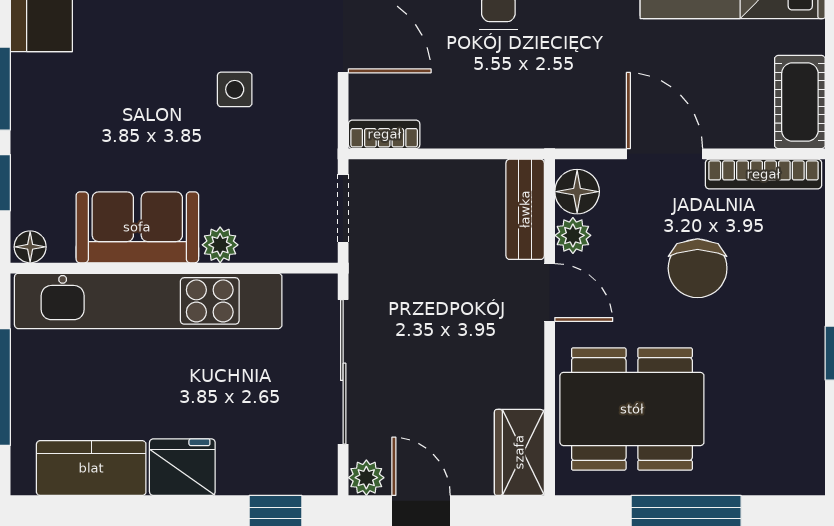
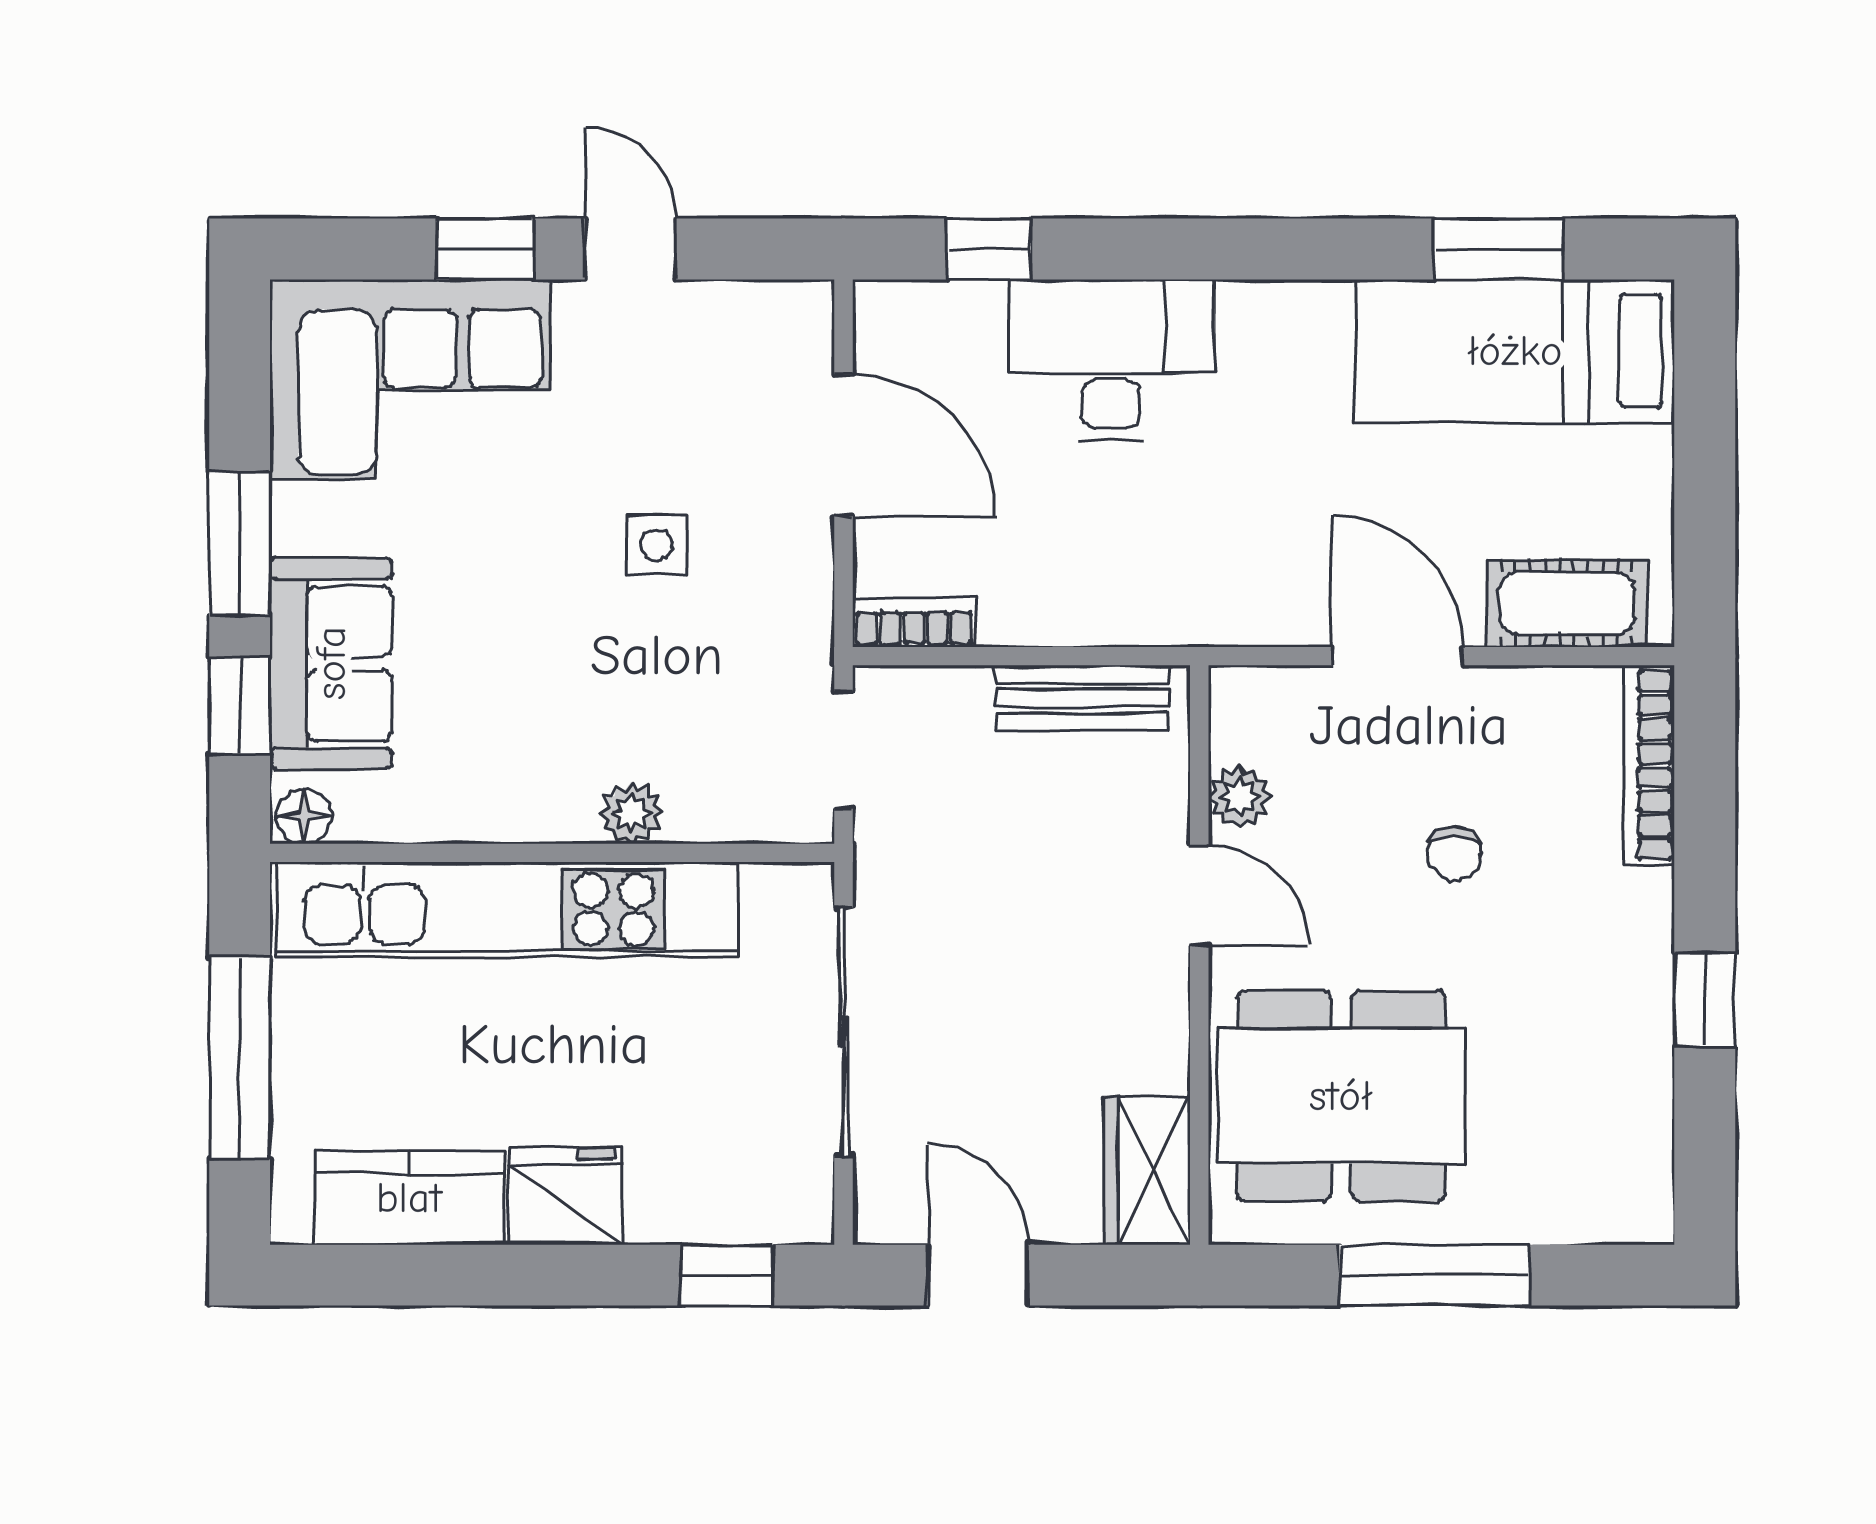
cot: (800, 102) -> (1567, 603), moved, turned 90
bookcase: (763, 174) -> (1649, 765), moved, turned 90
floor lamp: (577, 192) -> (1247, 721), removed
bench: (525, 209) -> (1083, 698), moved, turned 90
sofa: (137, 227) -> (331, 663), moved, turned 90
chair: (698, 268) -> (1454, 853), width x0.54, depth x0.54
plant: (366, 478) -> (883, 1214), removed

